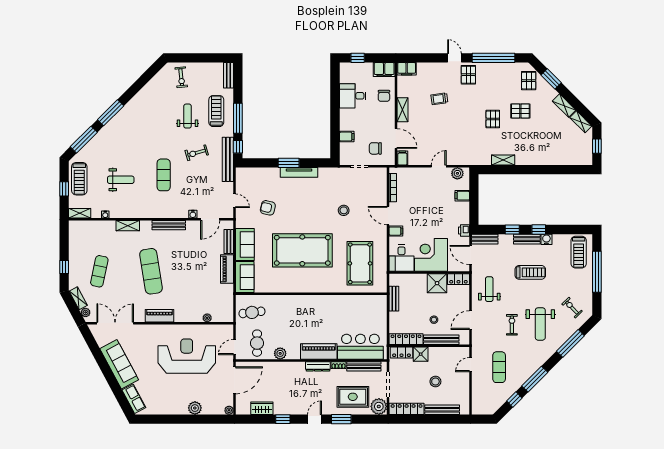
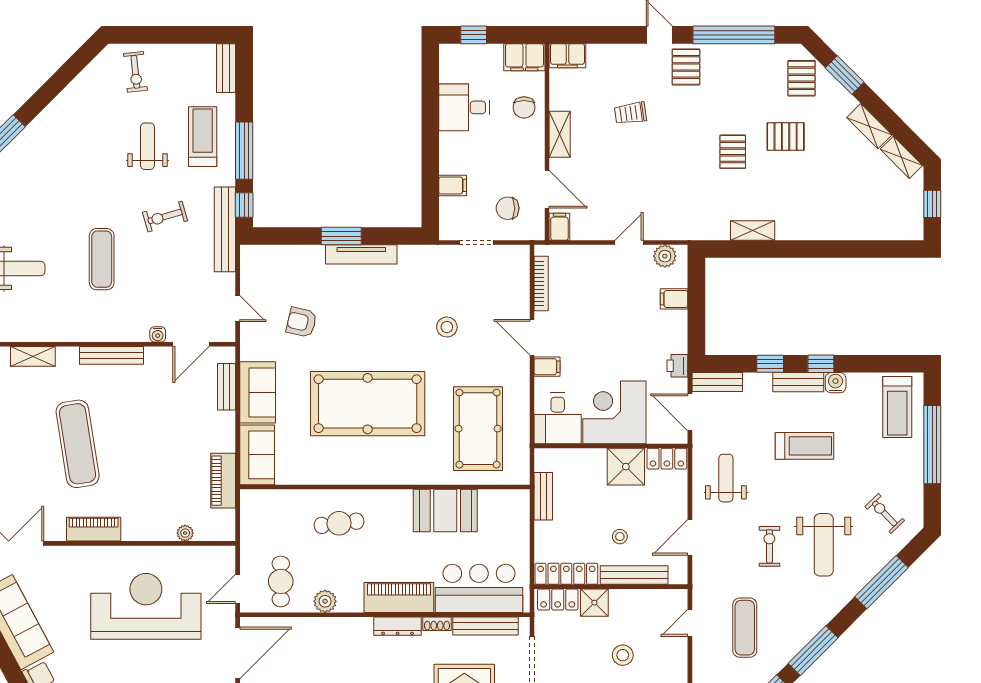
piano: (227, 269) -> (223, 481), moved
booth: (343, 306) -> (445, 511), added
cafe table: (252, 312) -> (339, 523), moved

